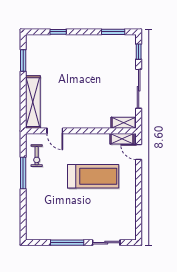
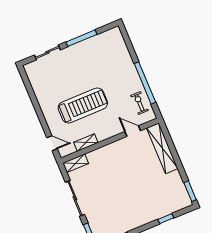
window: (23, 61) -> (190, 191), moved
shelving: (122, 139) -> (86, 143), moved
window: (23, 173) -> (145, 83), width x1.46
treadmill: (93, 176) -> (83, 105), turned 180

